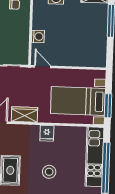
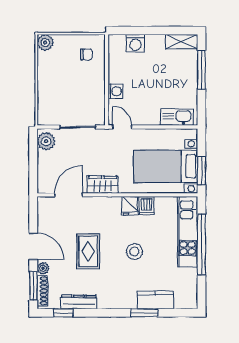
kitchen sink: (89, 60) -> (177, 117), added
dishwasher: (61, 134) -> (146, 206), added

